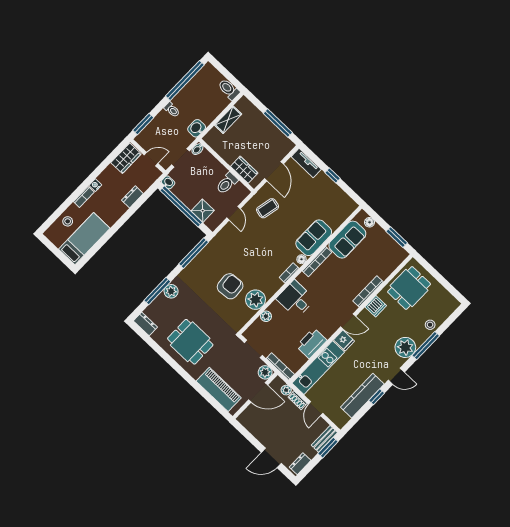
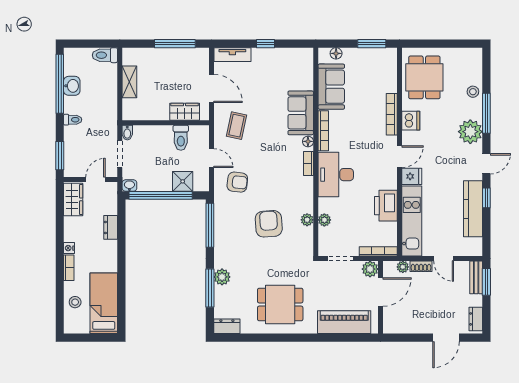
washbasin: (197, 128) -> (72, 86), moved, turned 180
armchair: (235, 243) -> (237, 182), added
desk: (296, 299) -> (336, 175), width x1.37
plant: (255, 300) -> (307, 220), width x0.53, depth x0.53

